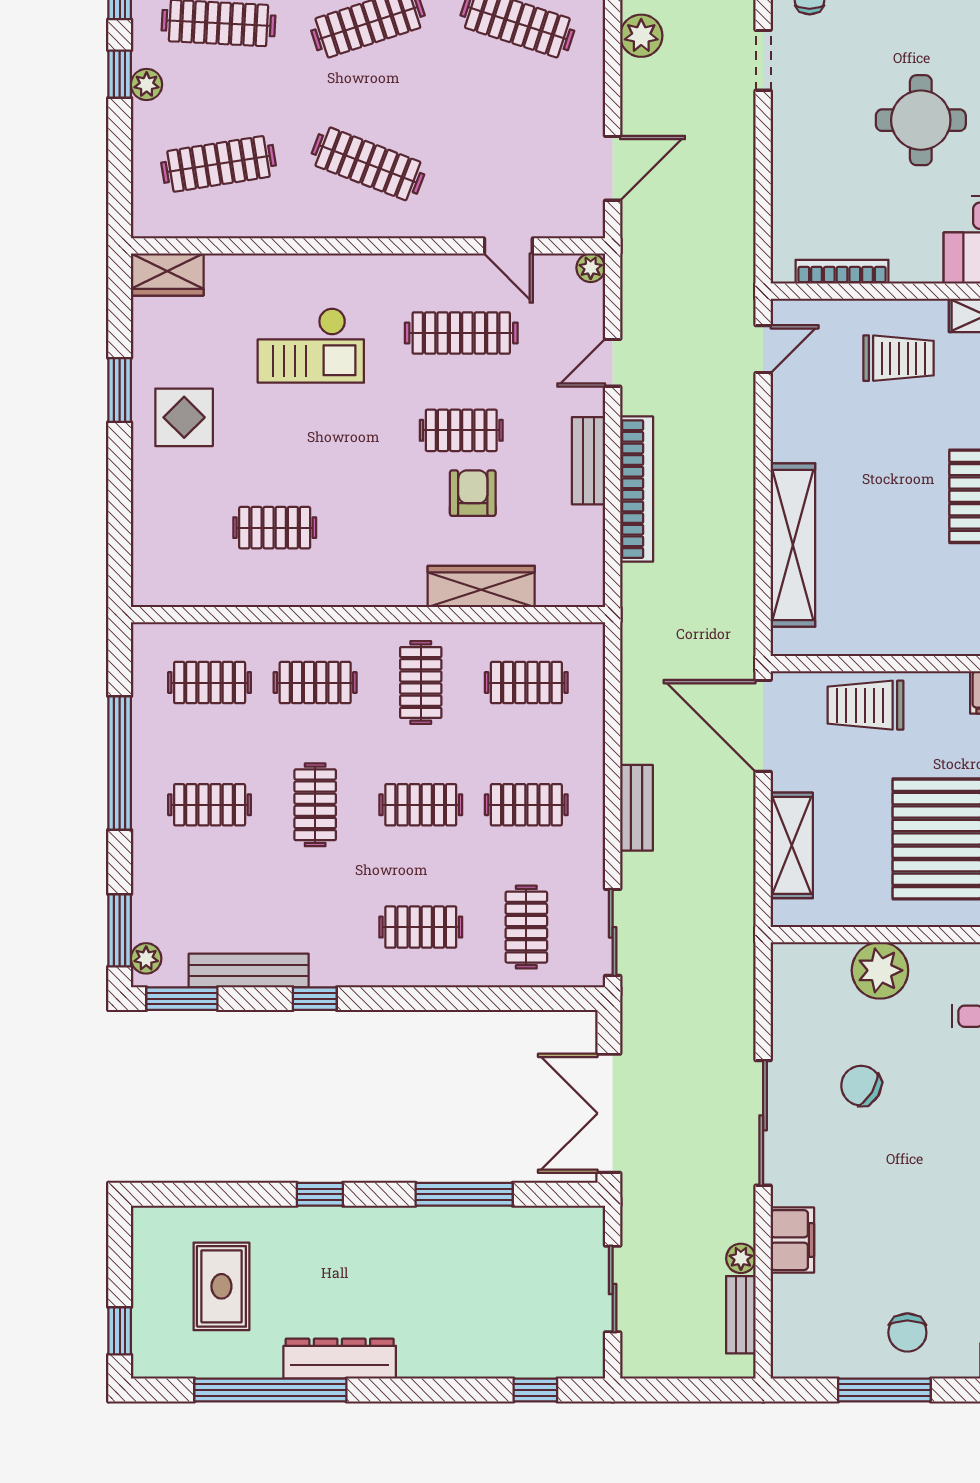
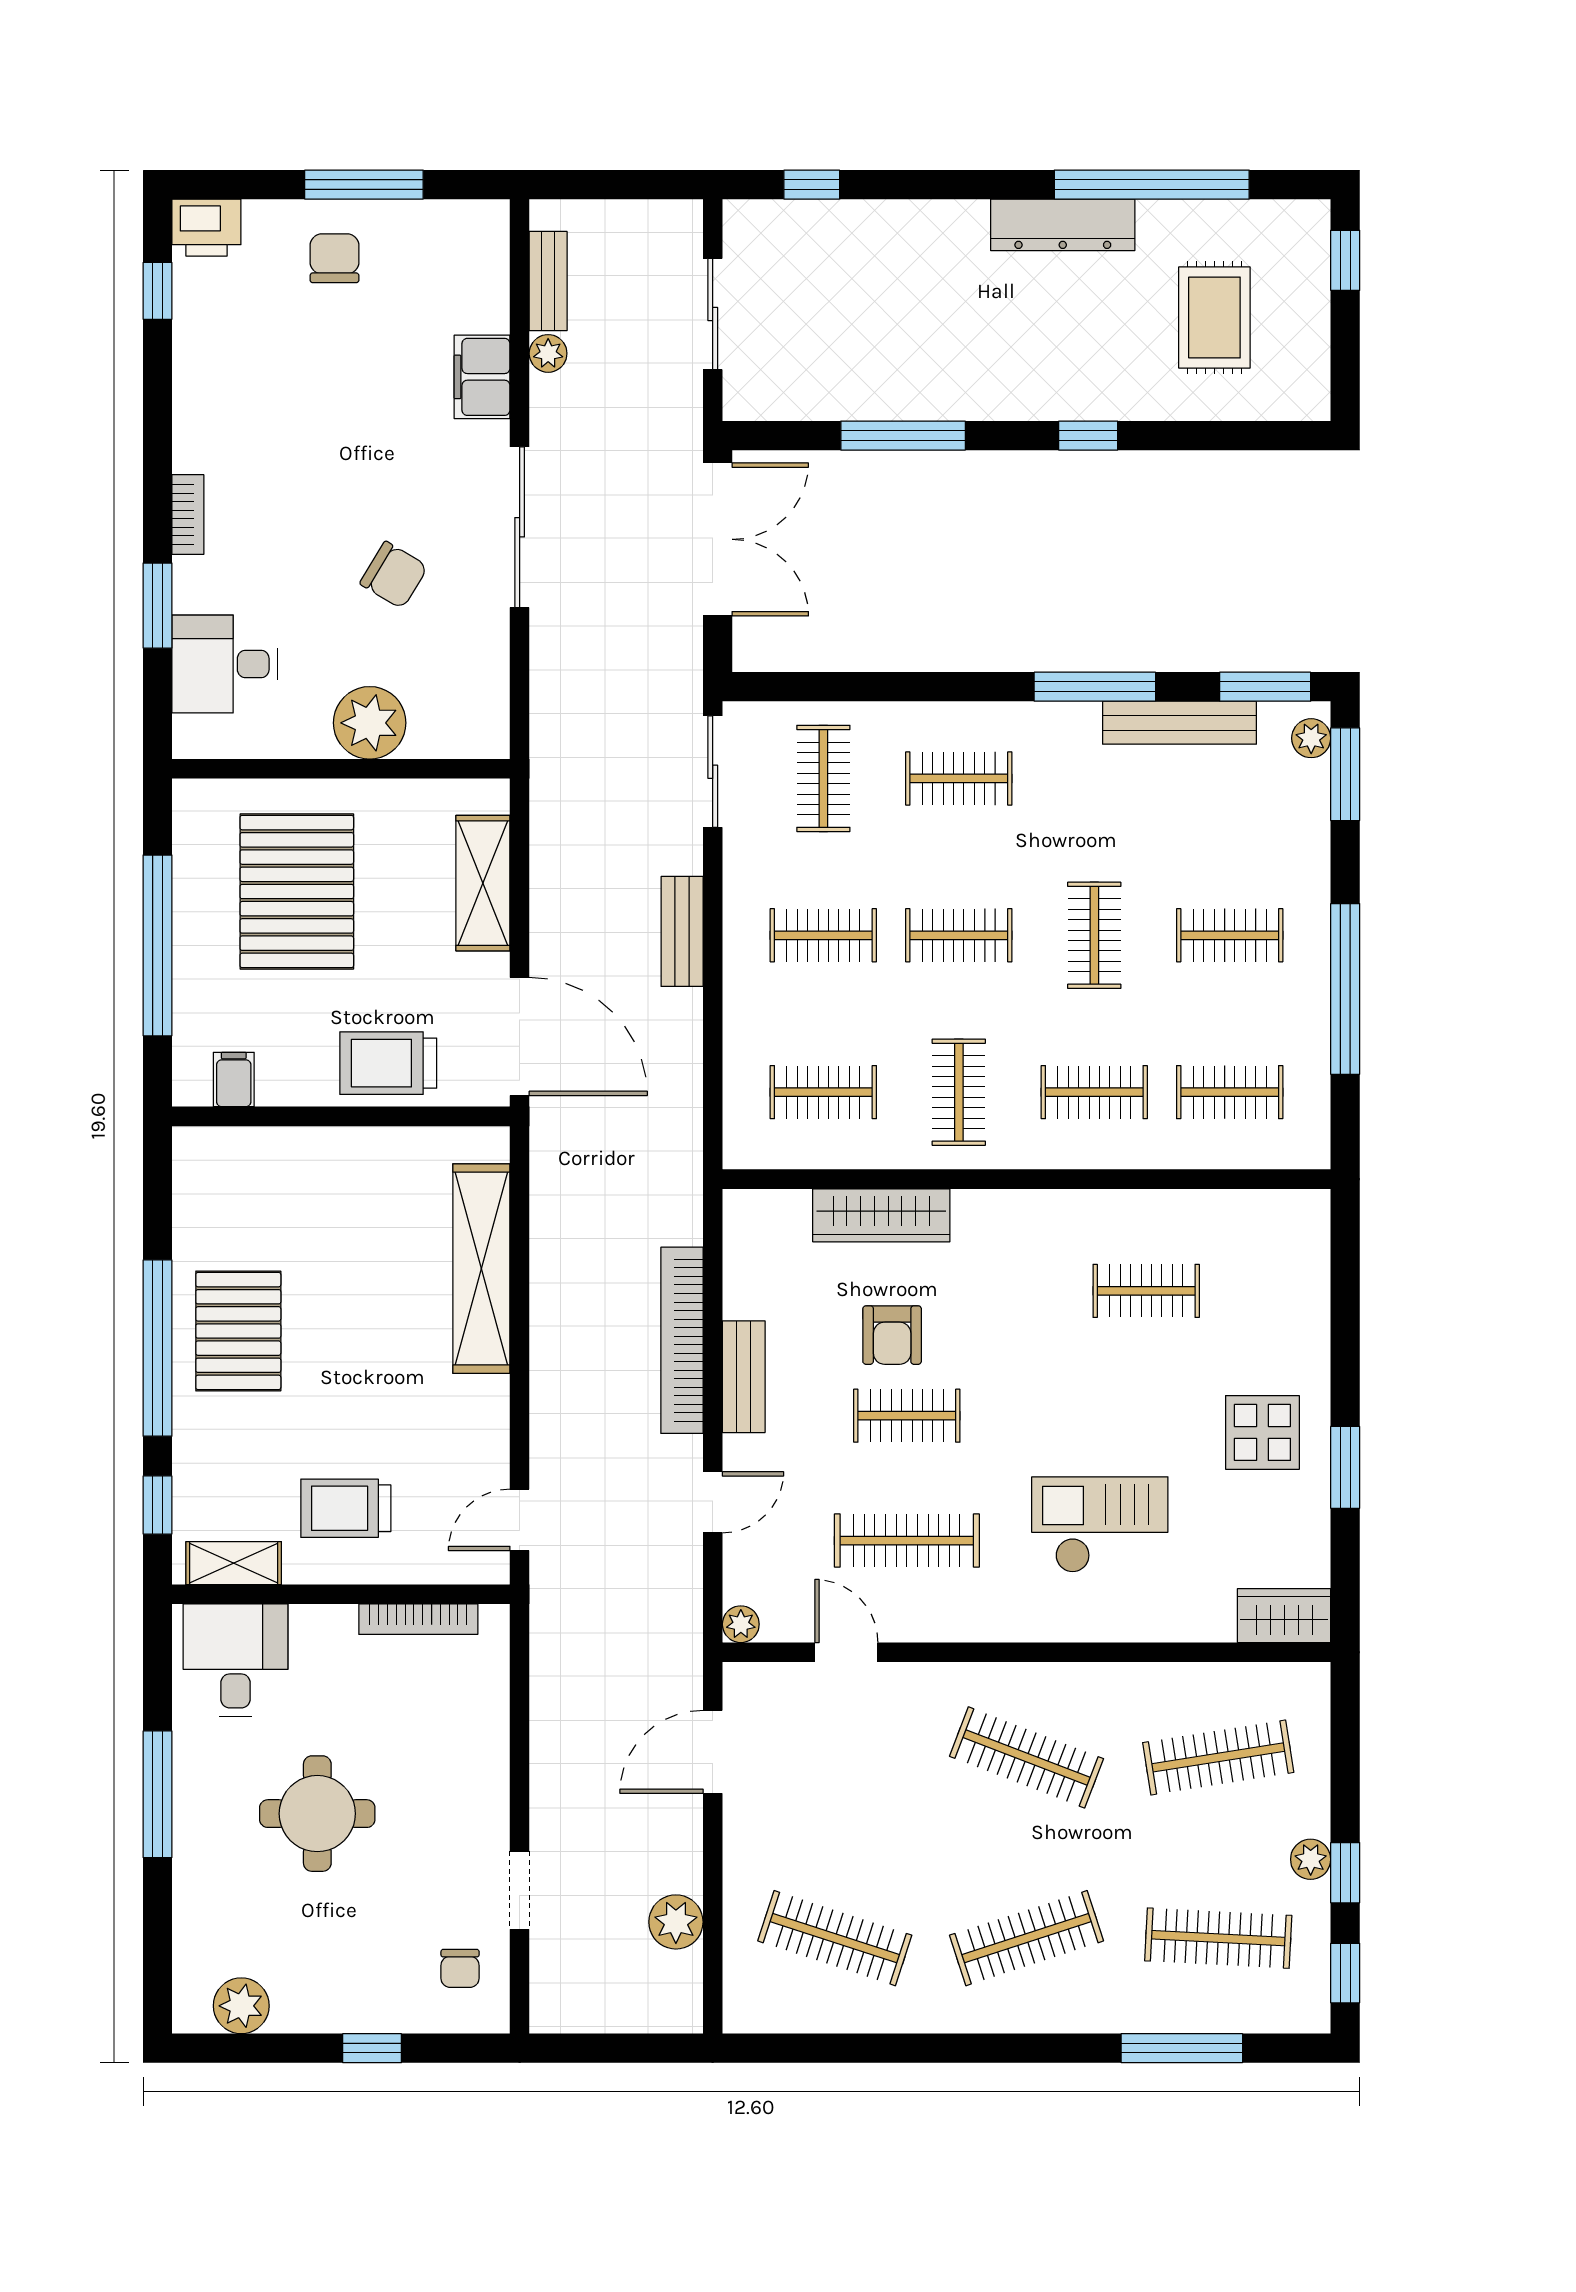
trolley: (865, 705) -> (388, 1063), turned 180
window: (315, 999) -> (1095, 687), width x2.17

